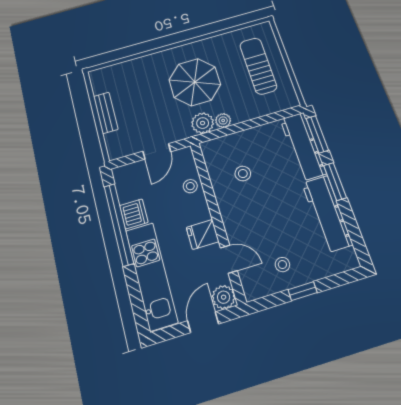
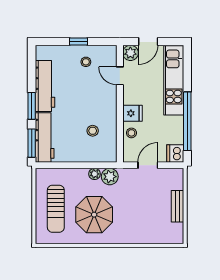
parasol: (195, 82) -> (94, 215), moved
dishwasher: (134, 214) -> (175, 153), moved
fridge: (203, 234) -> (132, 113), moved

